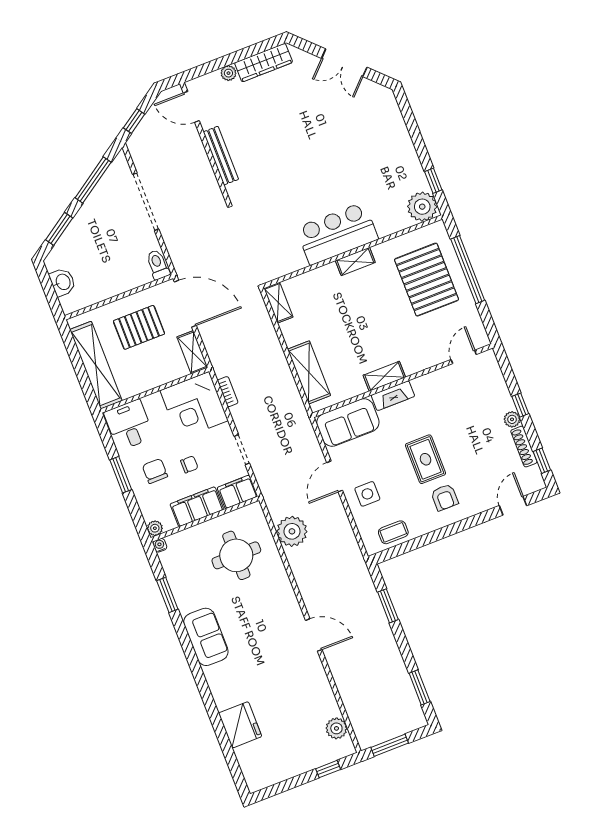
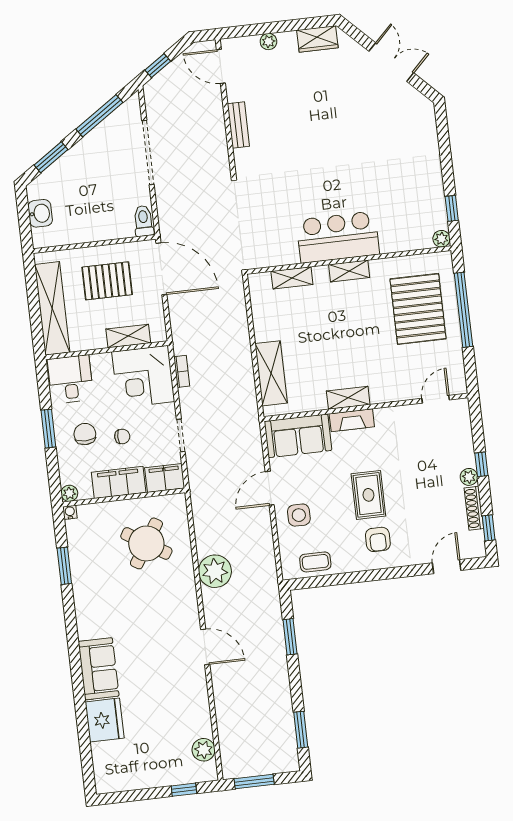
wardrobe: (264, 63) -> (317, 39), width x0.67
double door: (344, 63) -> (391, 62), swing flipped
bench: (221, 156) -> (238, 125), width x0.73
plant: (422, 207) -> (441, 239), width x0.53, depth x0.53
shelving: (278, 303) -> (292, 278), moved, turned 90
shelving: (192, 352) -> (128, 336), moved, turned 90
plant: (292, 531) -> (215, 571), moved
round table: (236, 555) -> (146, 543), turned 32
sofa: (206, 637) -> (99, 669), moved

